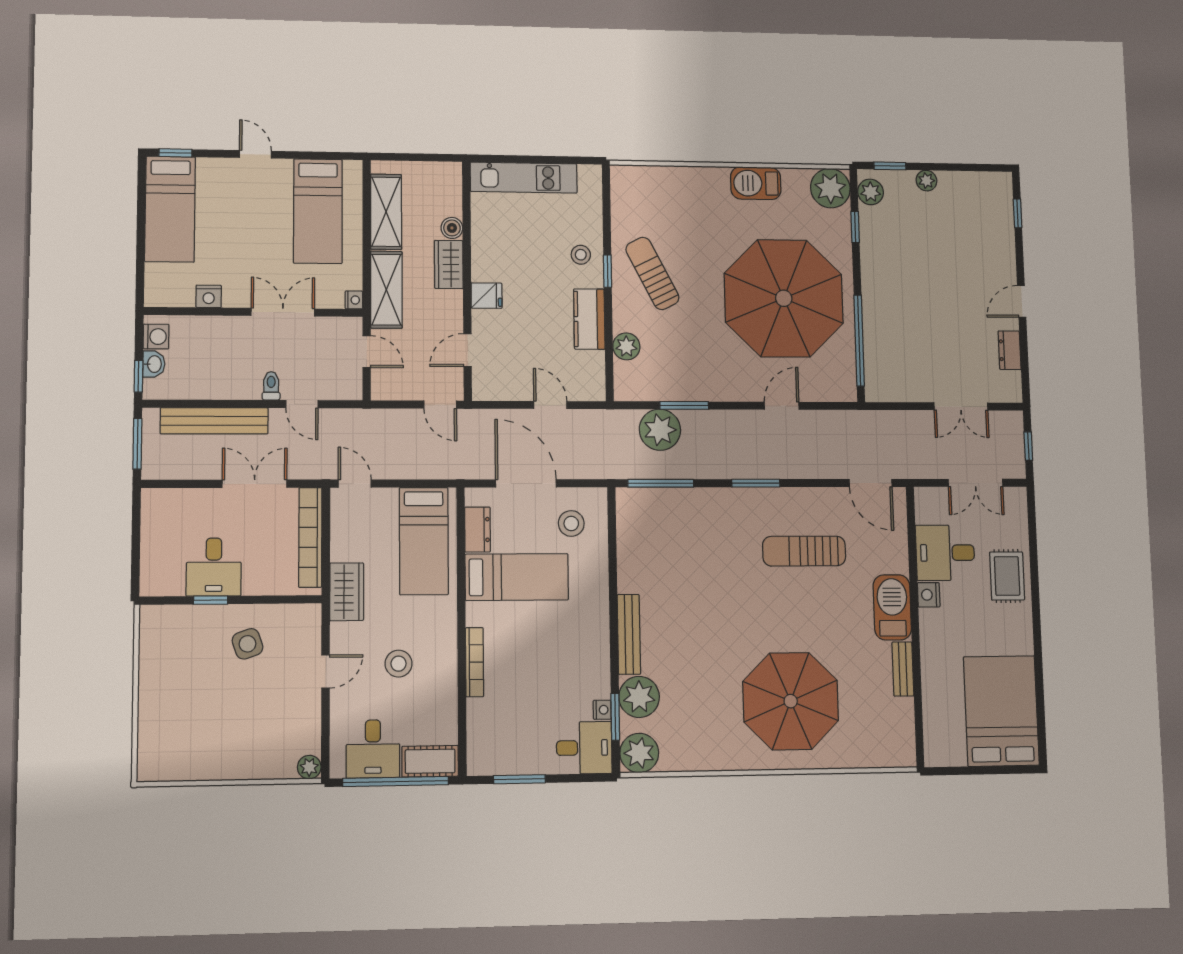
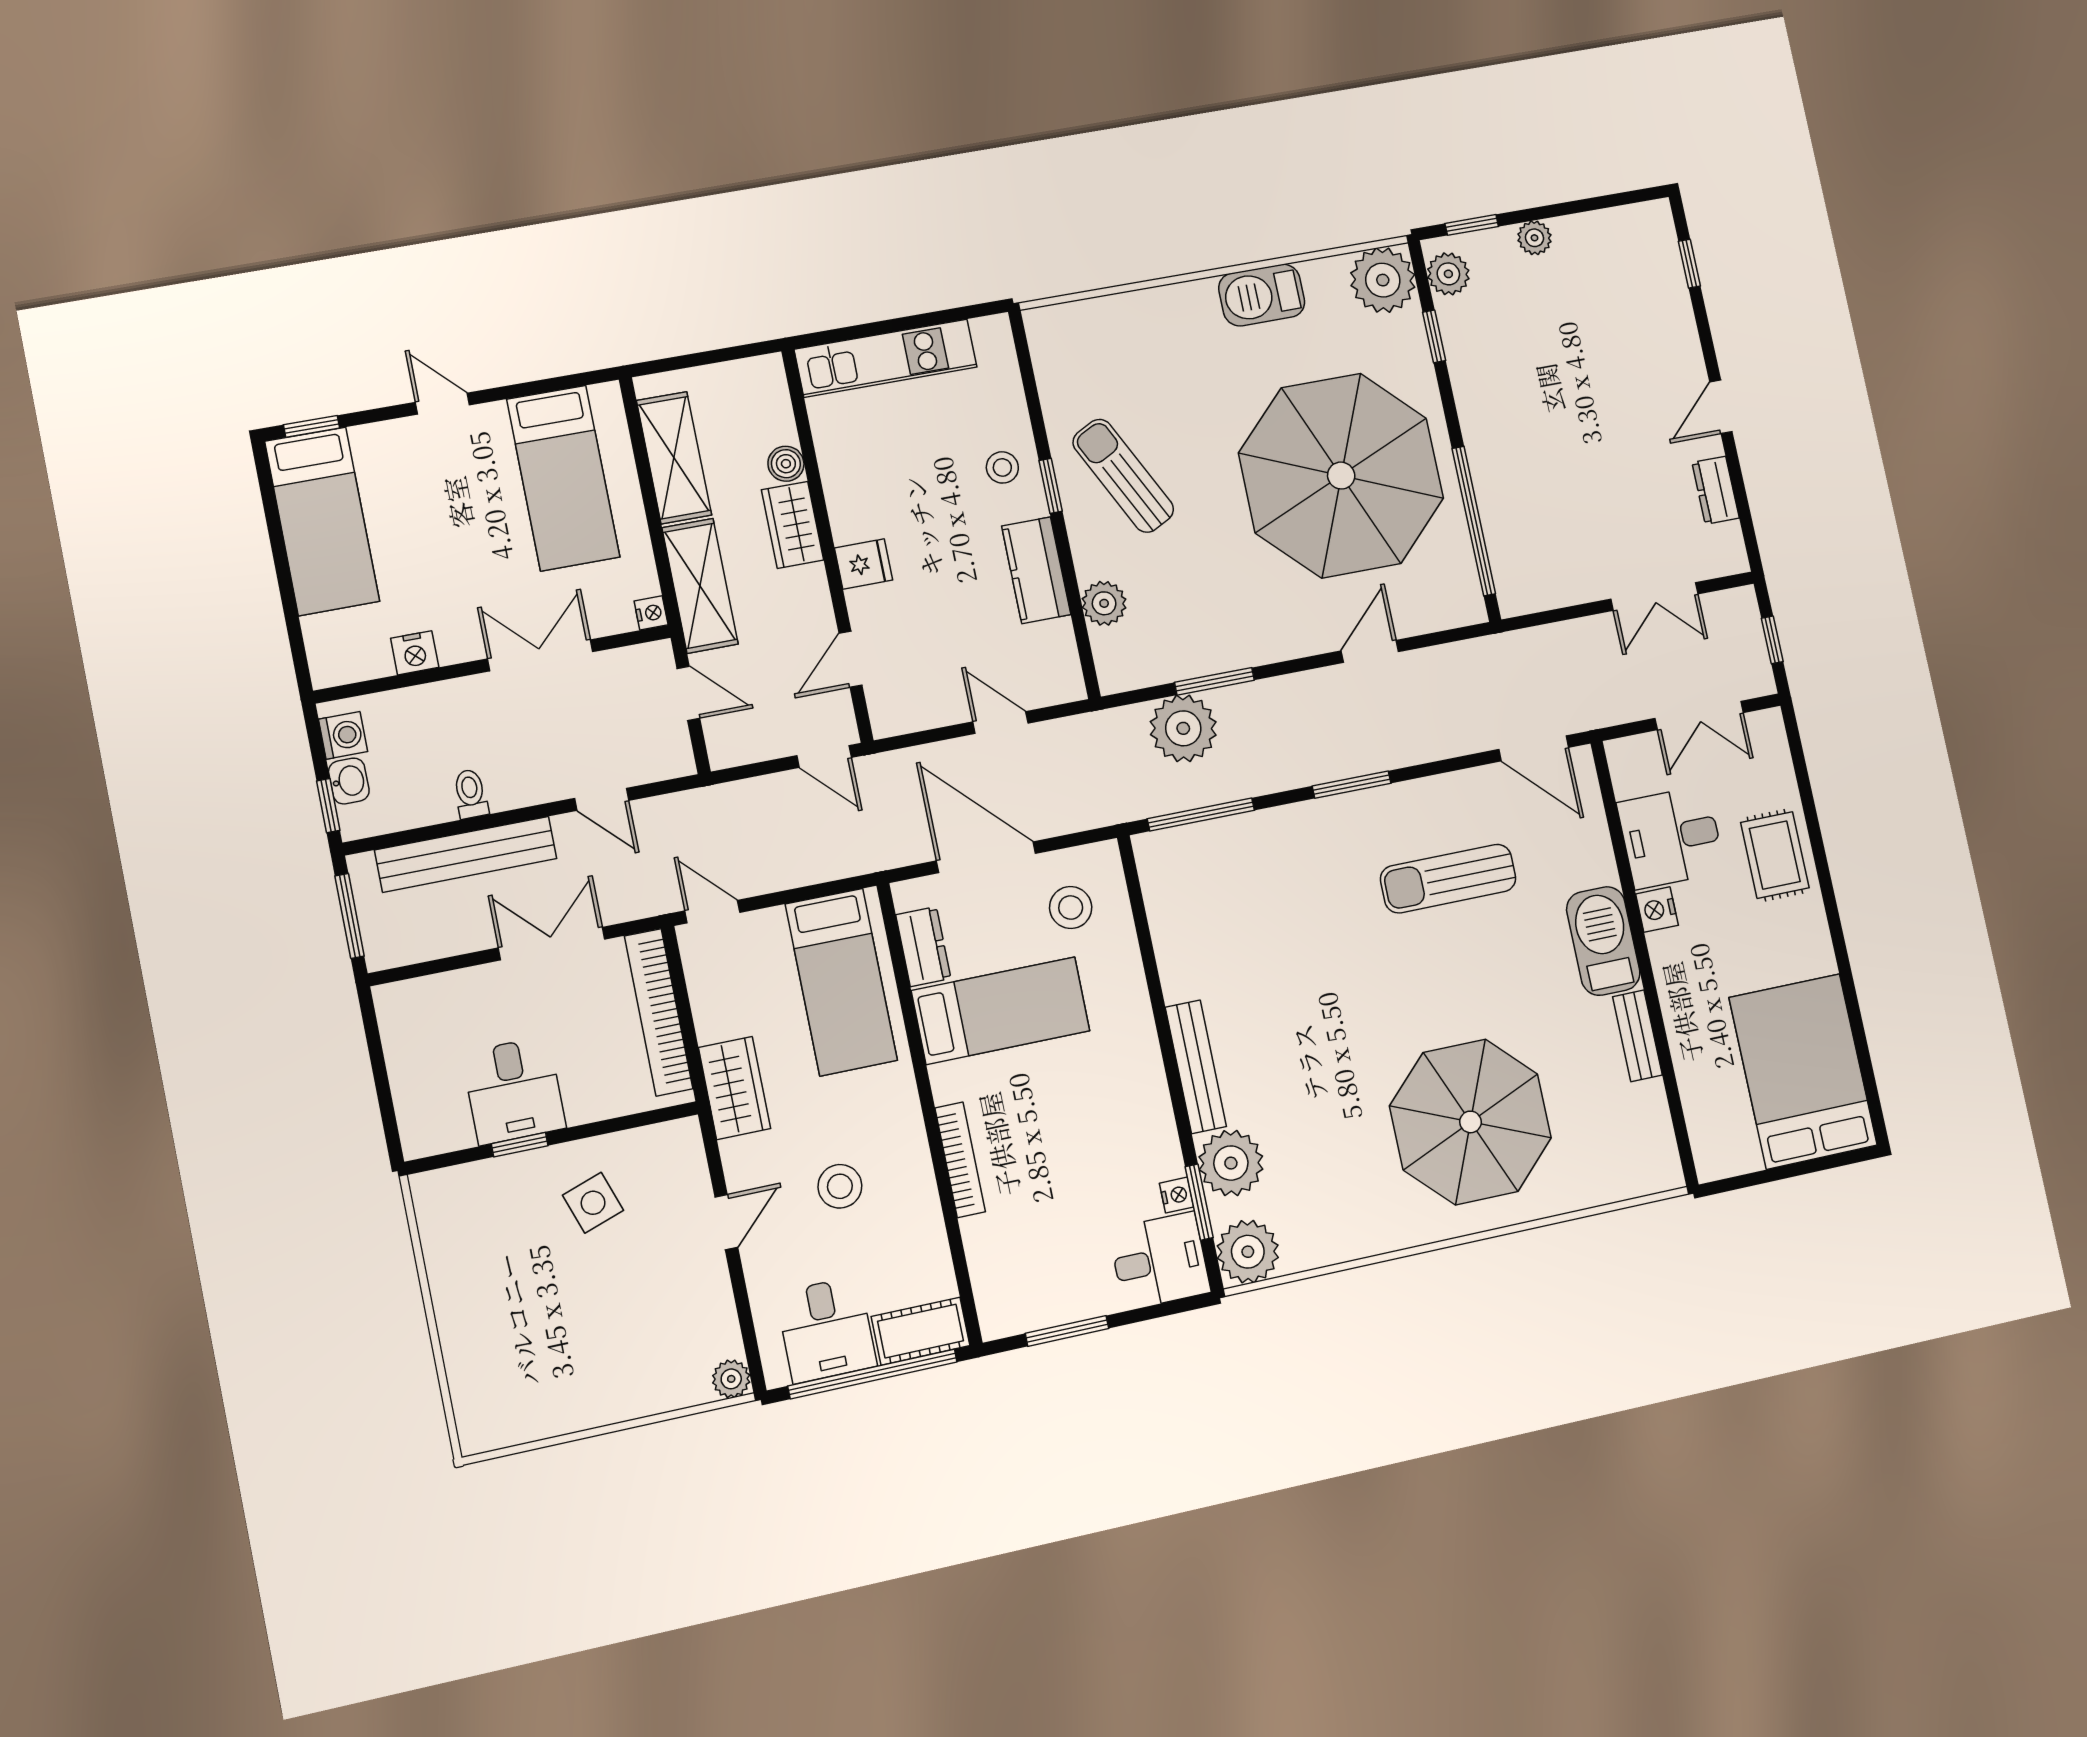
toilet: (271, 386) -> (471, 794), moved

